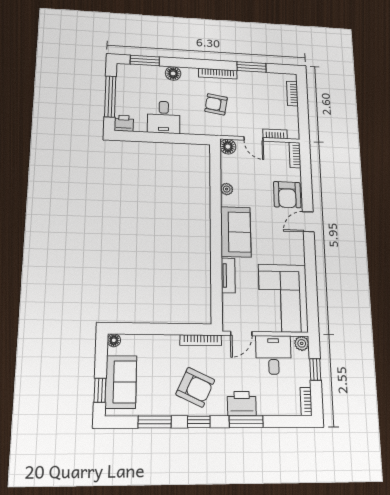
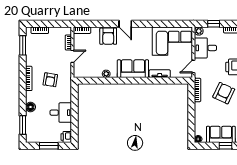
window: (251, 67) -> (23, 45), moved
window: (110, 96) -> (49, 146), width x0.69
floor lamp: (228, 147) -> (78, 73), removed
armchair: (287, 195) -> (108, 36), turned 90
door: (241, 333) -> (193, 66), swing flipped

